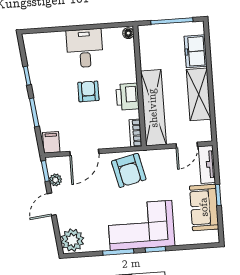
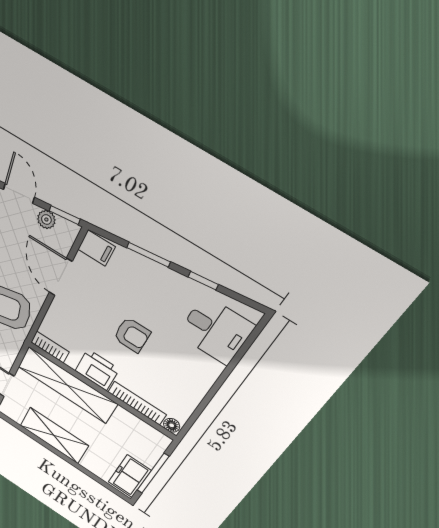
desk: (85, 48) -> (216, 330), moved
freezer: (196, 51) -> (130, 476), moved, turned -90
bookcase: (130, 61) -> (137, 403), added

